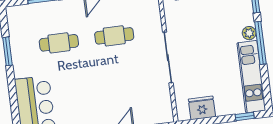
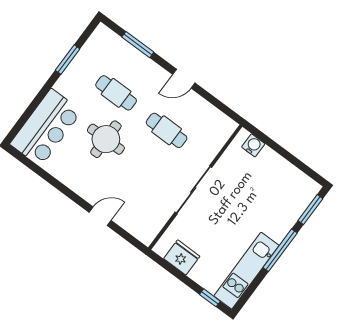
plant: (249, 33) -> (279, 233), removed
round table: (81, 79) -> (106, 139), added

